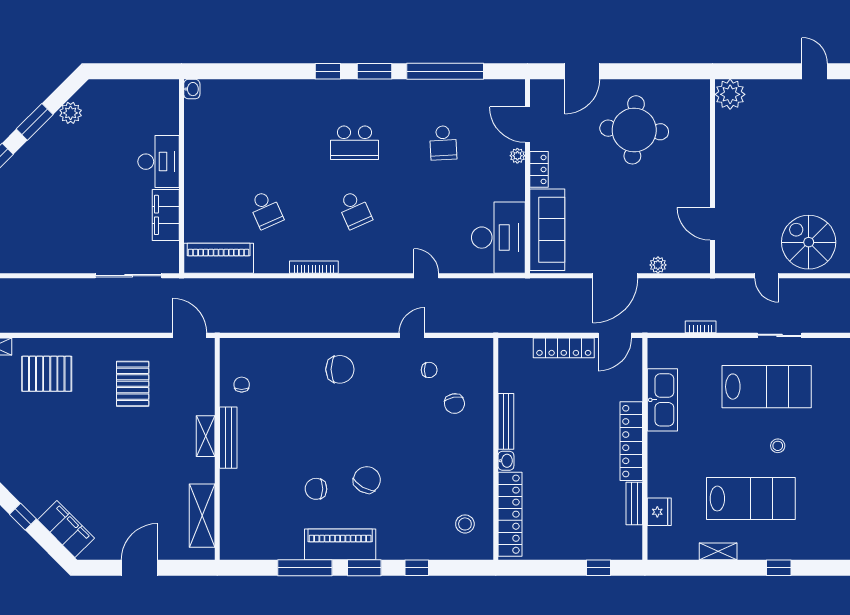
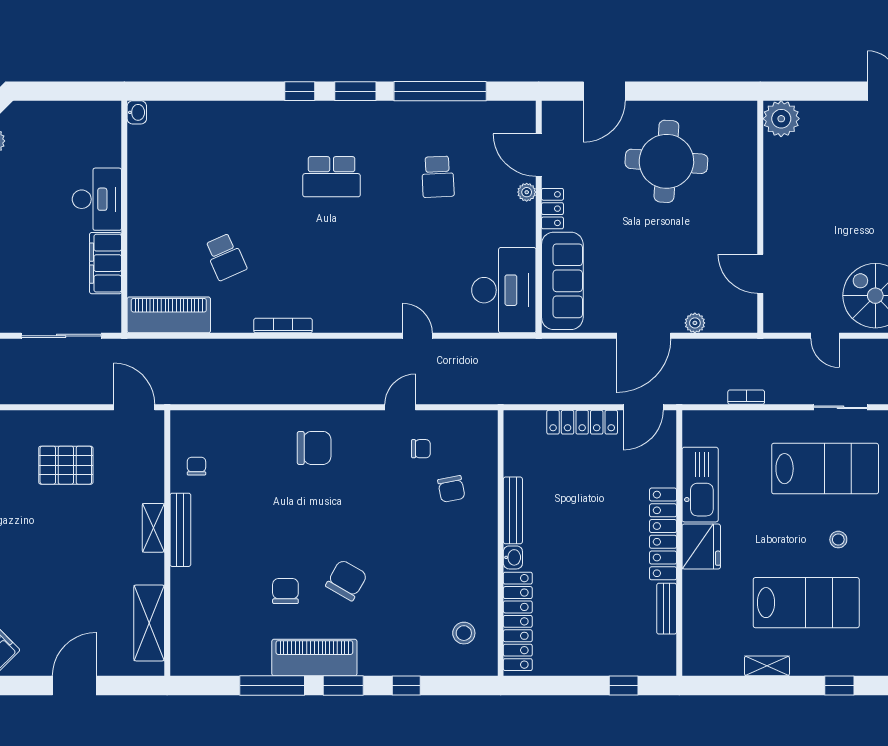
school desk: (354, 210) -> (332, 257), removed
pallet: (133, 384) -> (66, 465), turned 90
chair: (316, 489) -> (285, 591), turned 89
fridge: (659, 512) -> (701, 546), moved, width x1.36, depth x1.34

